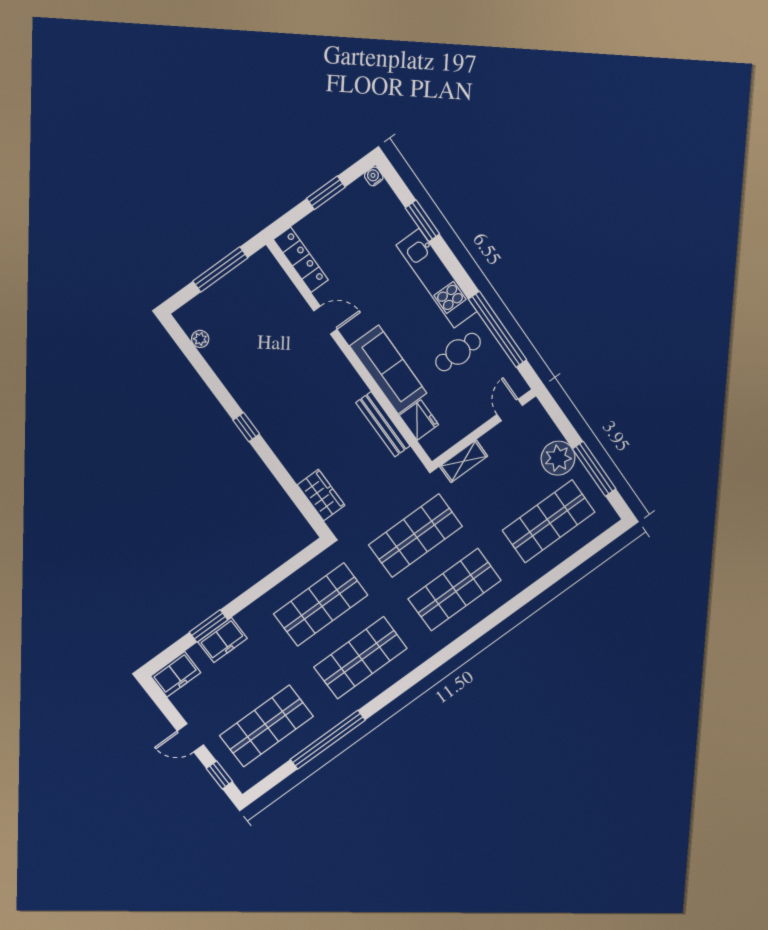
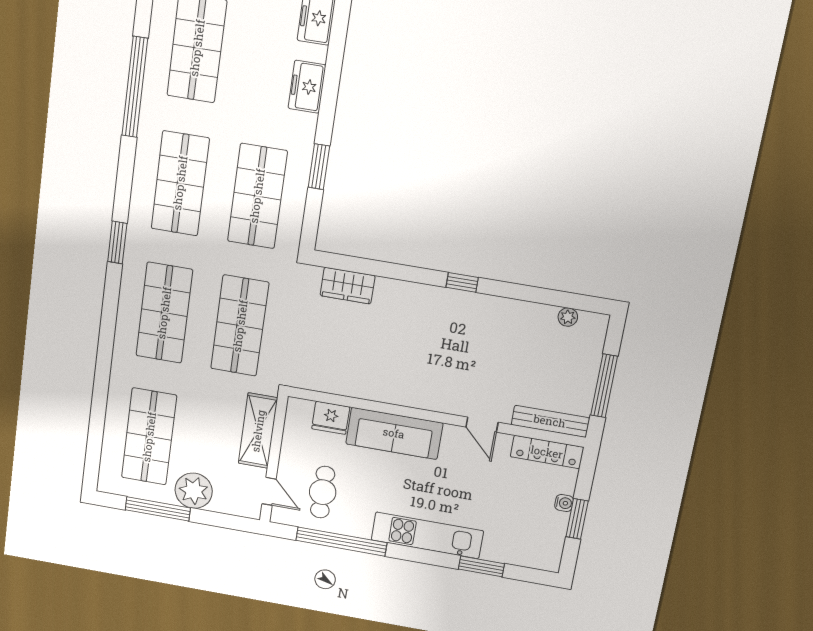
water cooler: (374, 176) -> (564, 503), moved
door: (325, 320) -> (482, 425), hinge flipped
cafe table: (458, 352) -> (323, 492), moved
bench: (383, 424) -> (550, 421), moved
shelving: (464, 461) -> (258, 431), width x1.50, depth x1.33
window: (209, 626) -> (319, 167), moved
window: (437, 660) -> (117, 242), added

